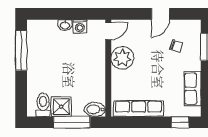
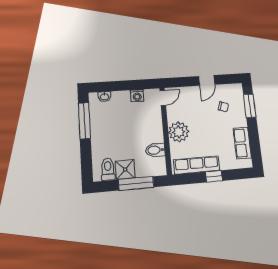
washbasin: (65, 25) -> (104, 97), moved
plant: (122, 58) -> (179, 132), moved
bidet: (95, 109) -> (155, 150), moved
window: (180, 122) -> (214, 176), moved

